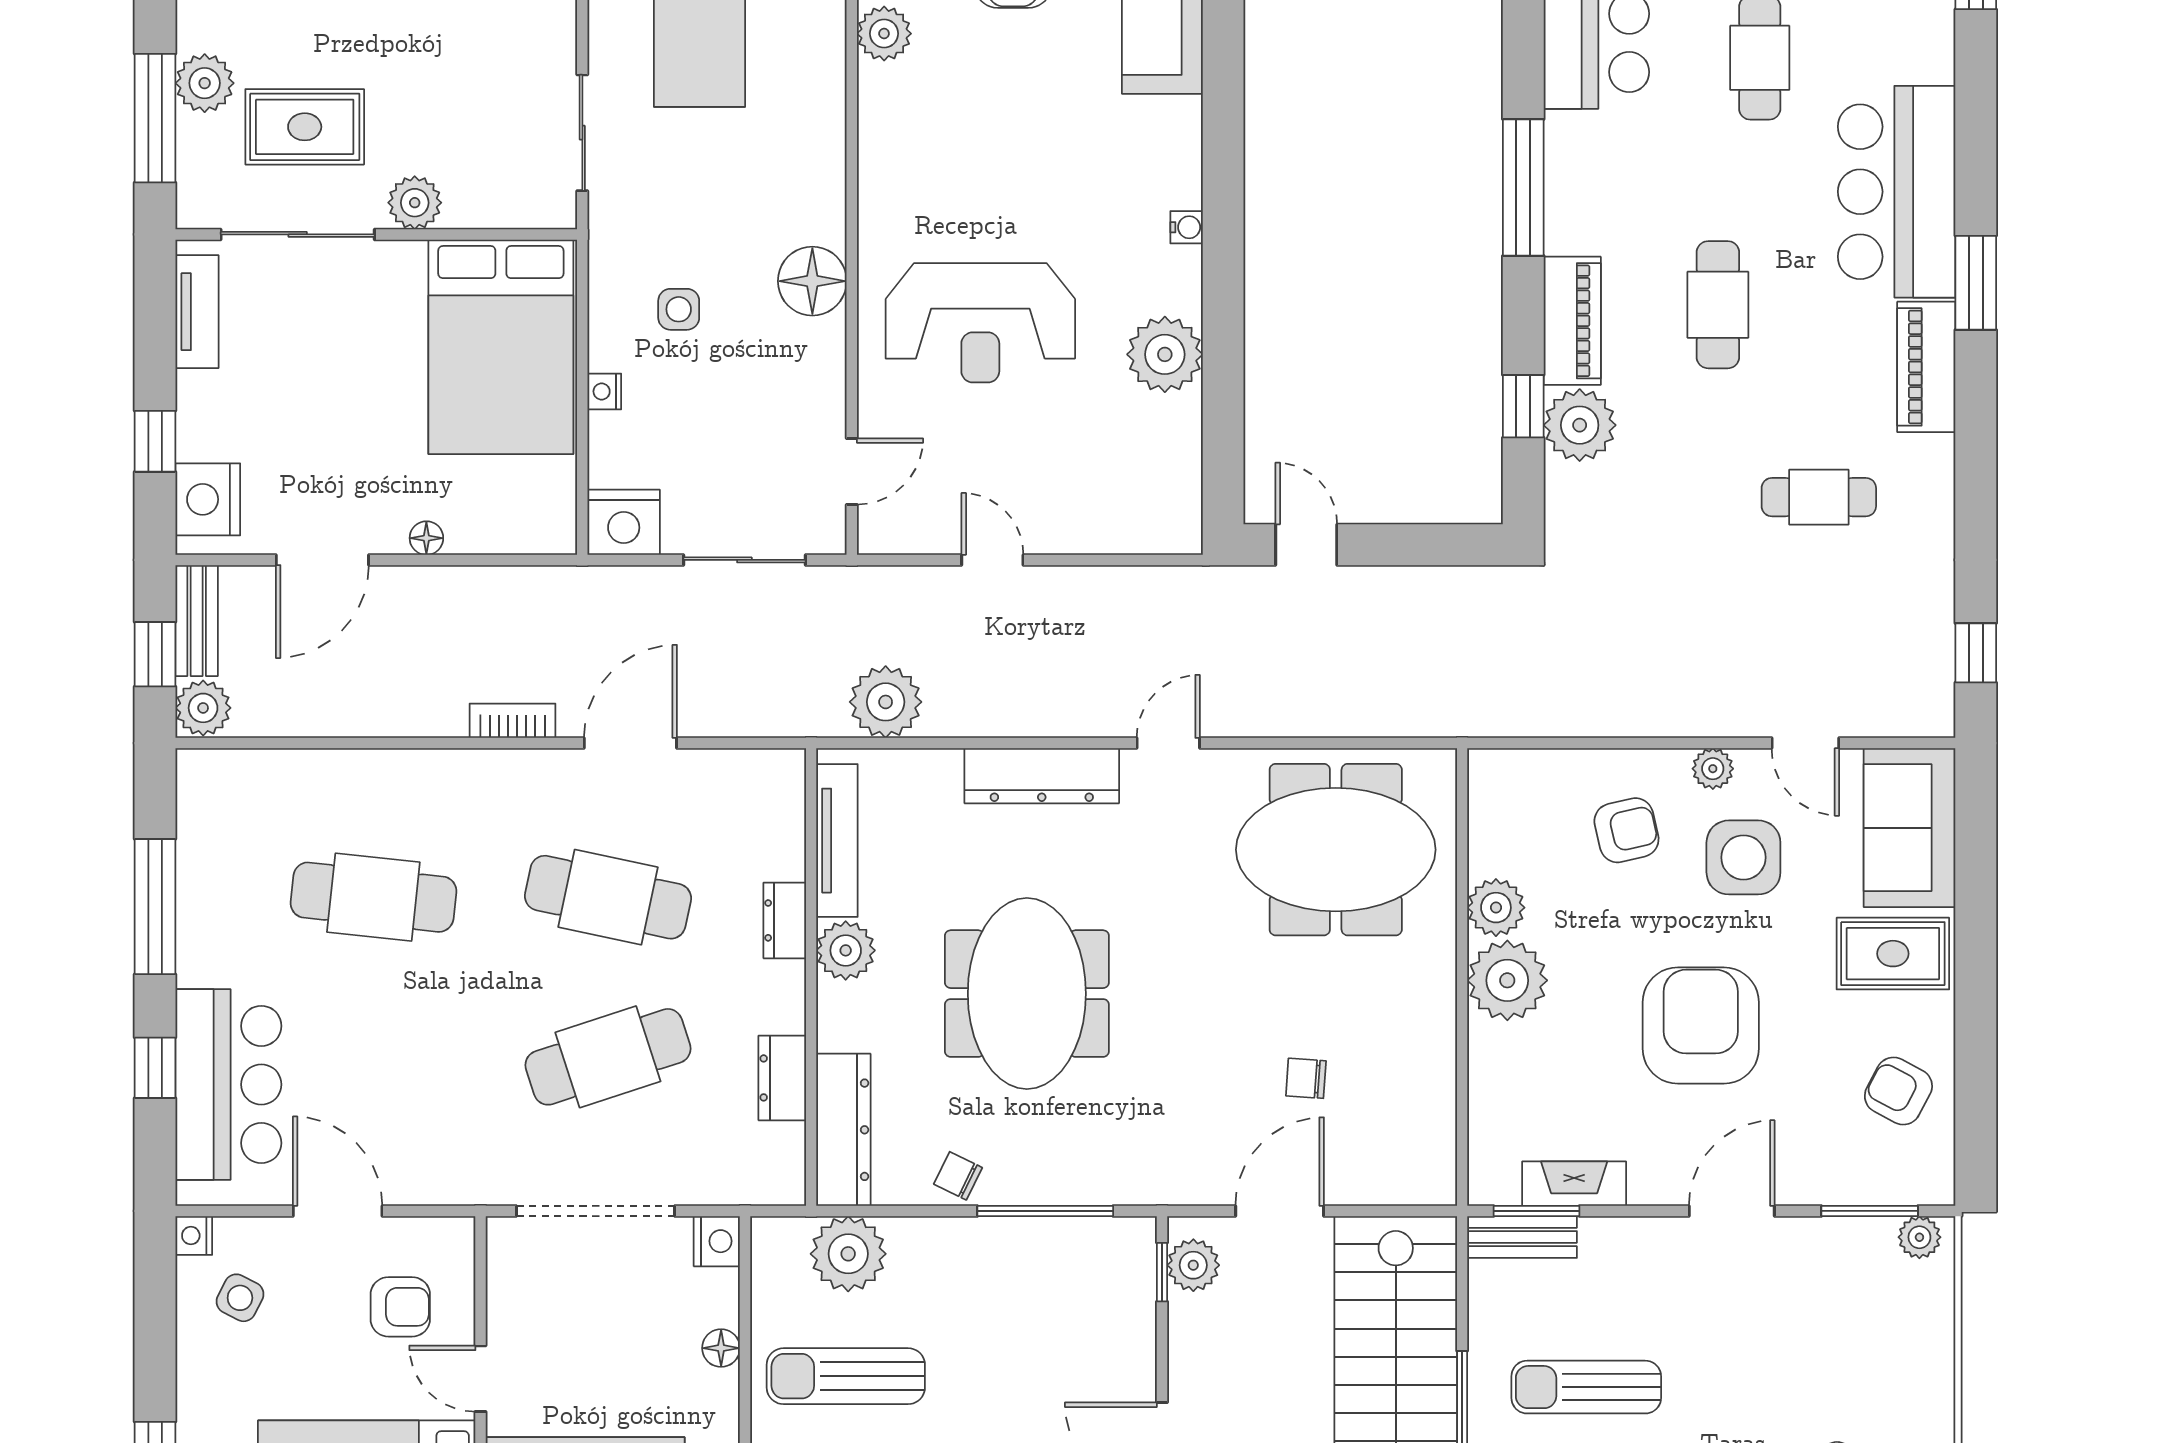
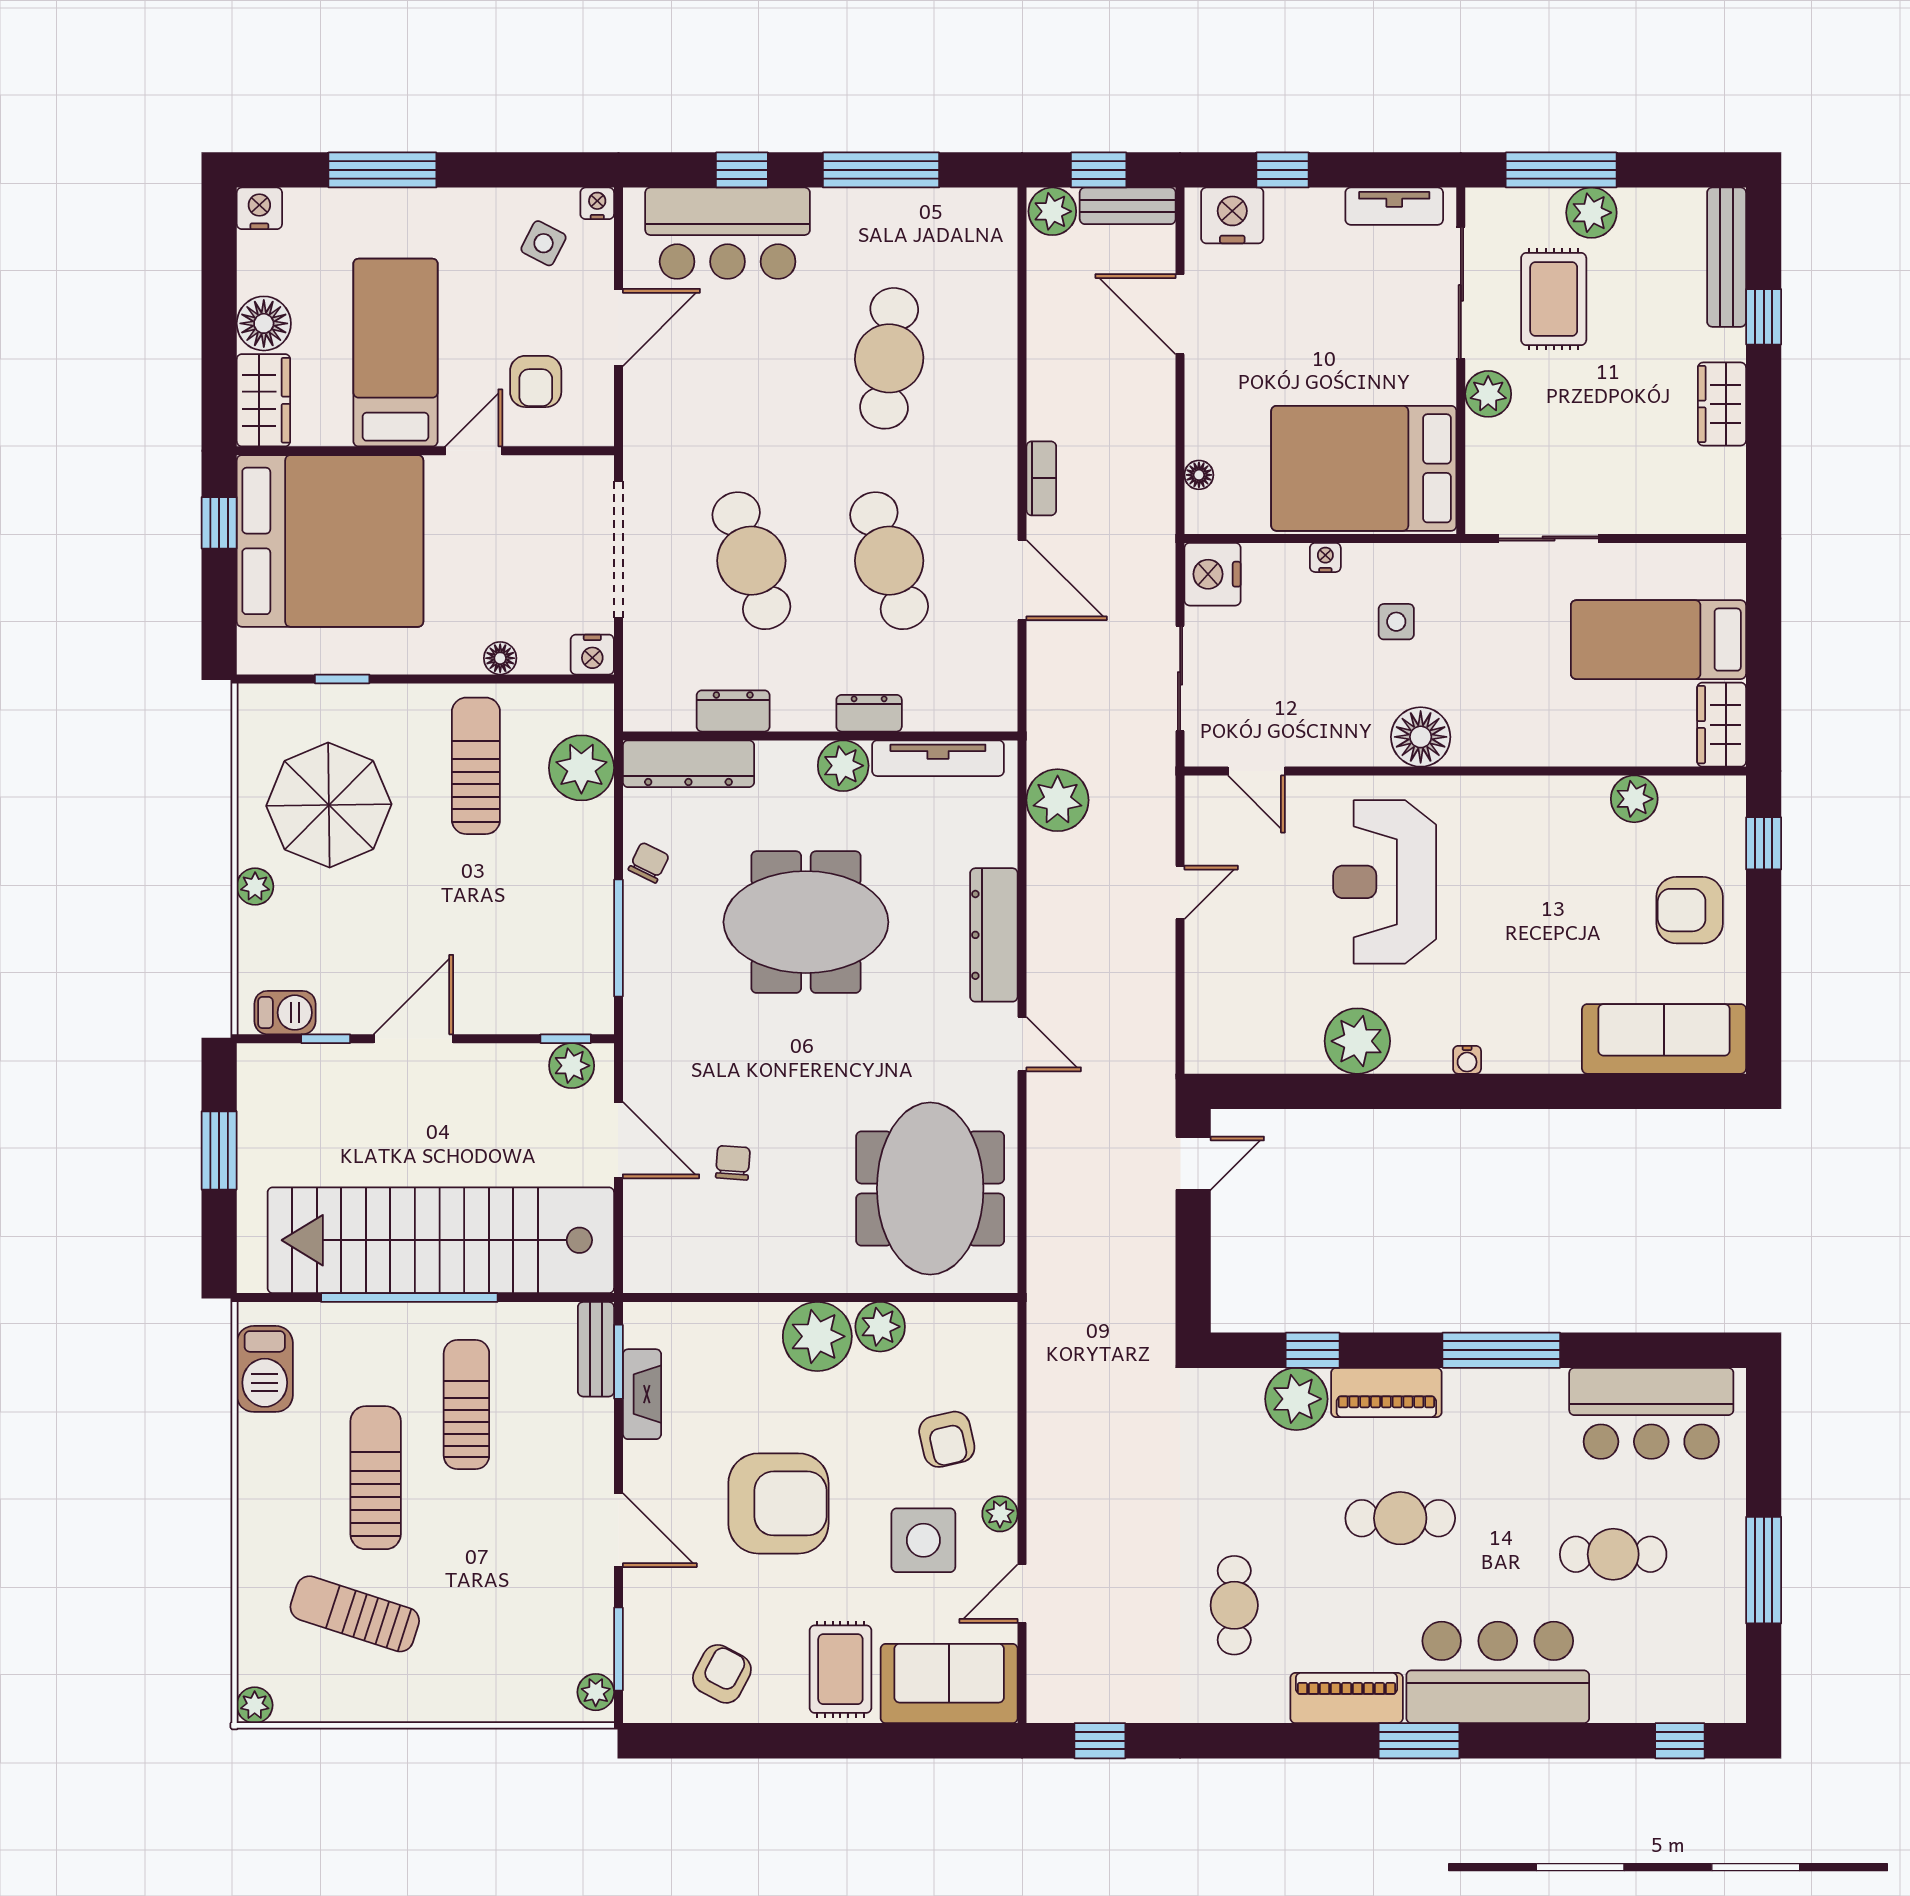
floor lamp: (426, 538) -> (1199, 475), moved
cafe table: (608, 897) -> (889, 561), turned -30

